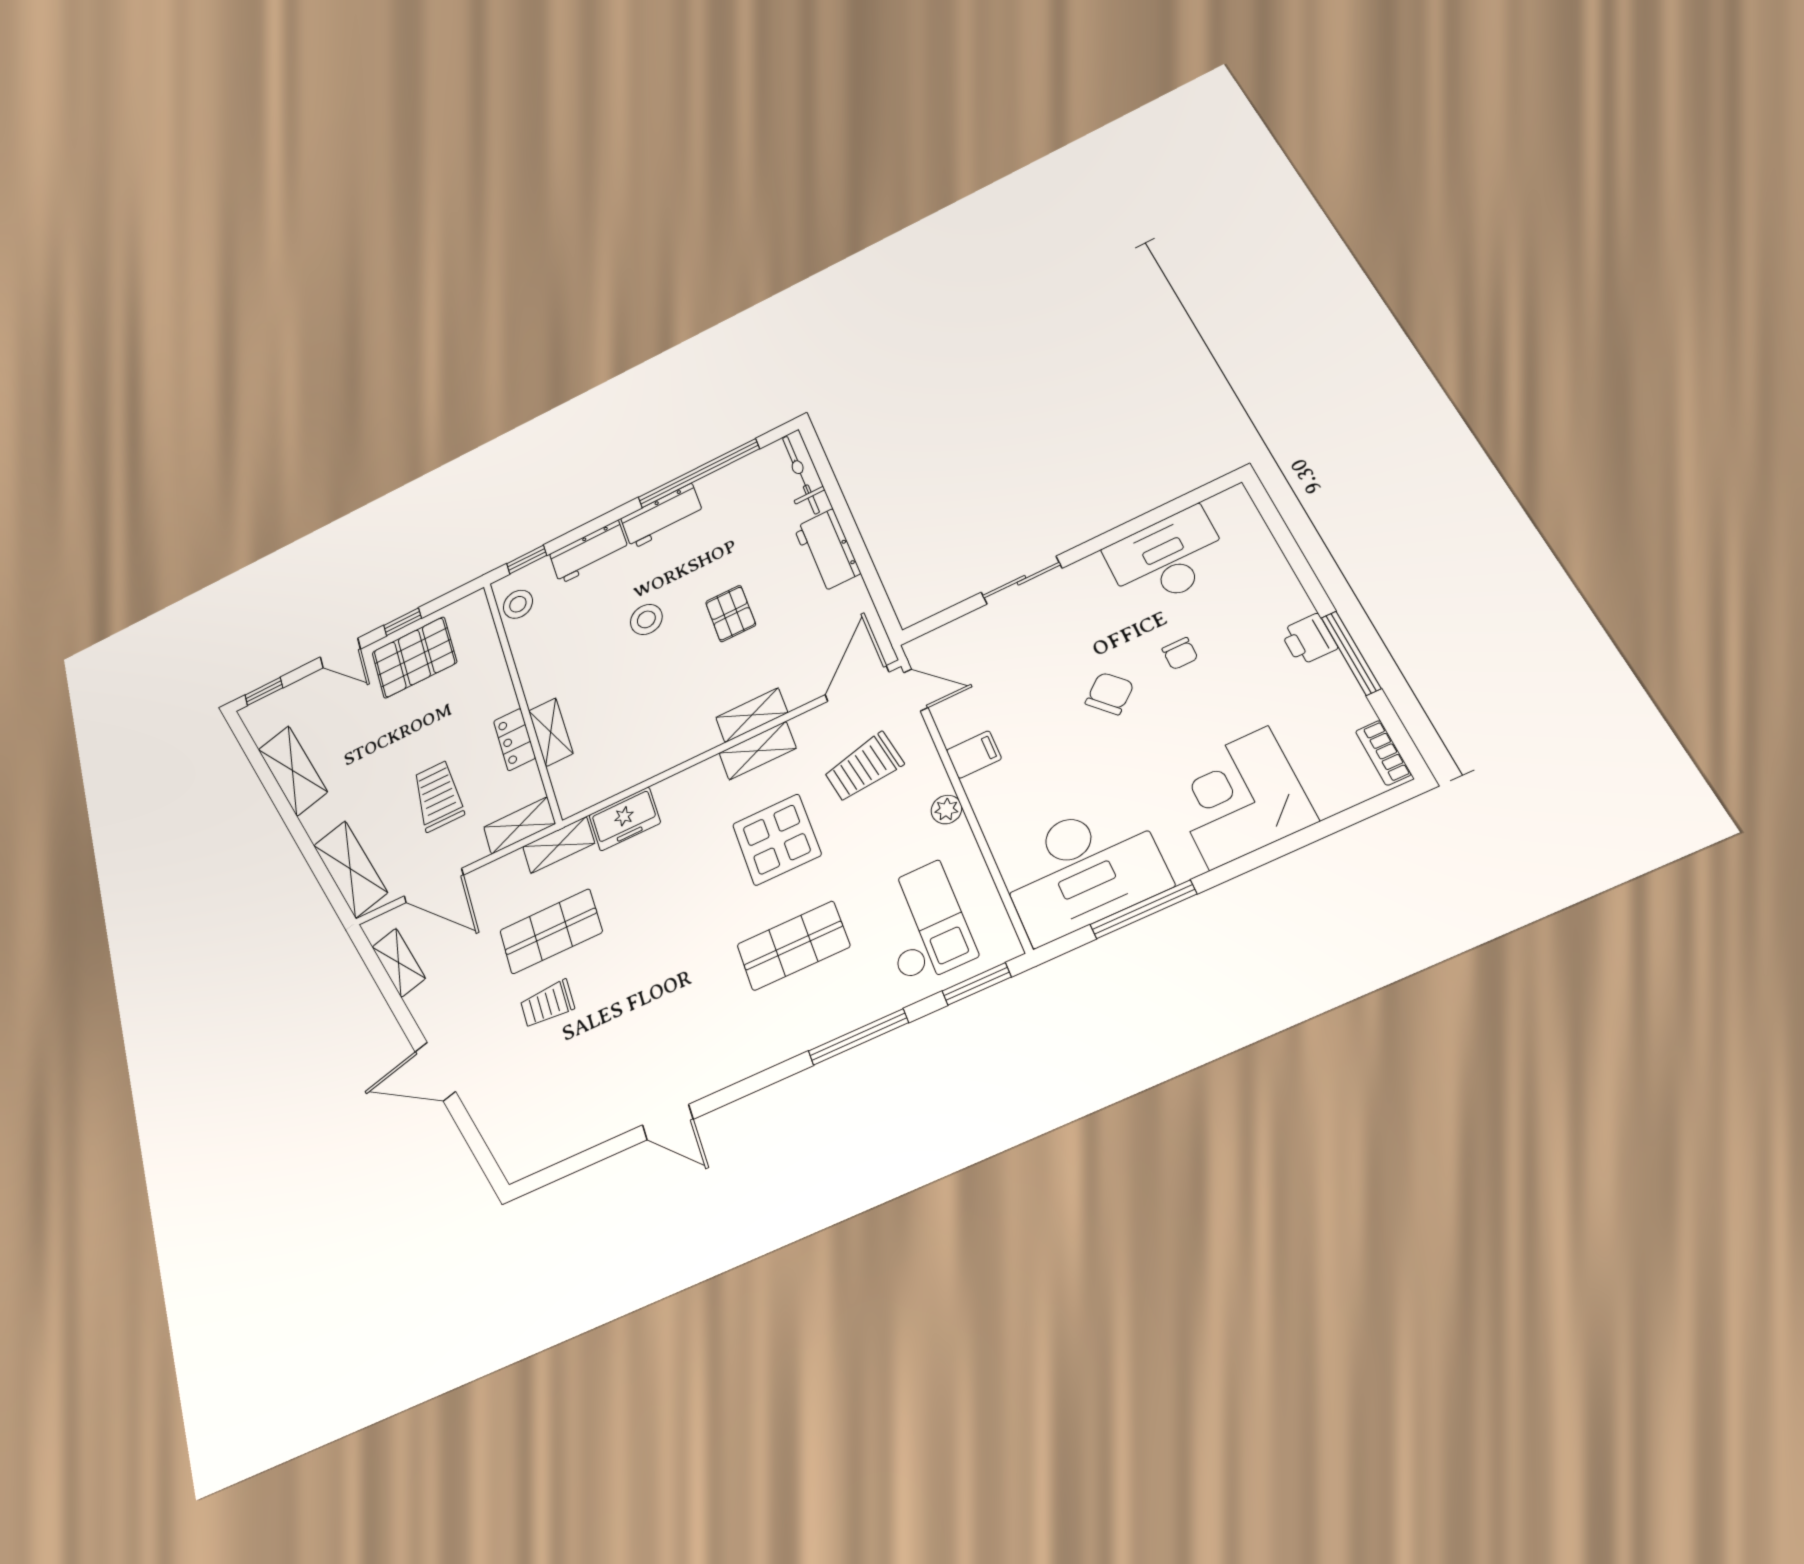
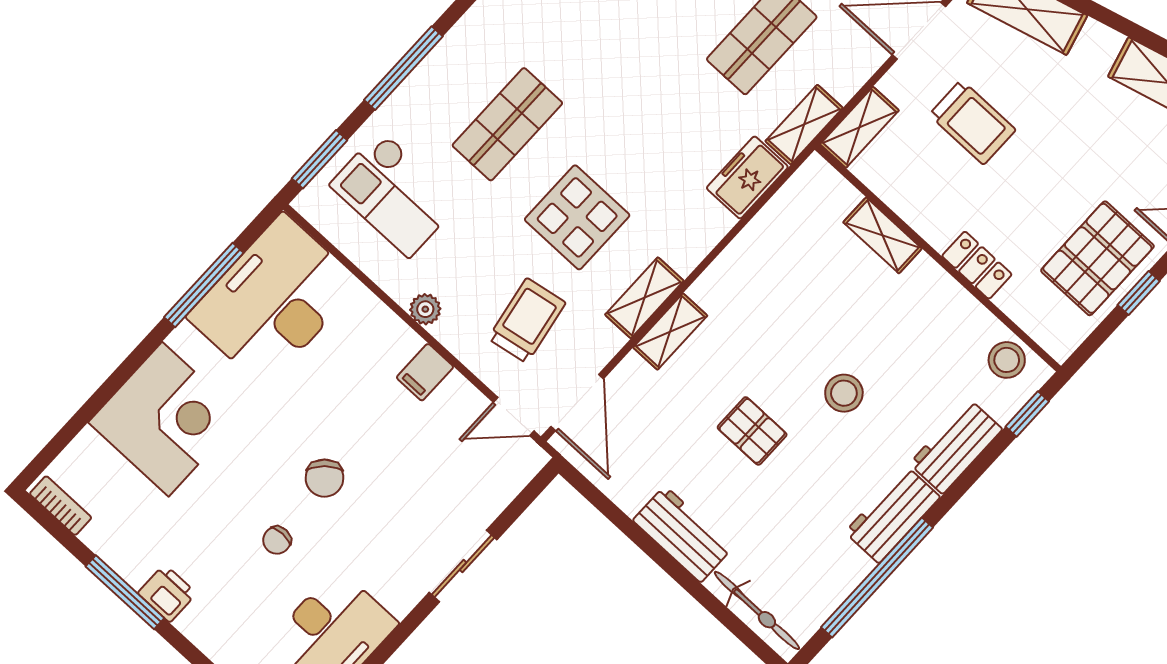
chair: (1180, 654) -> (277, 540), turned -90
locker: (514, 739) -> (977, 265), moved

